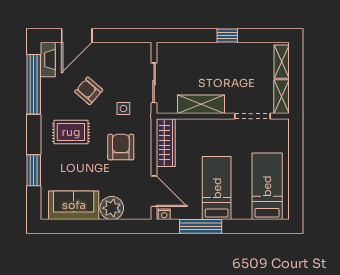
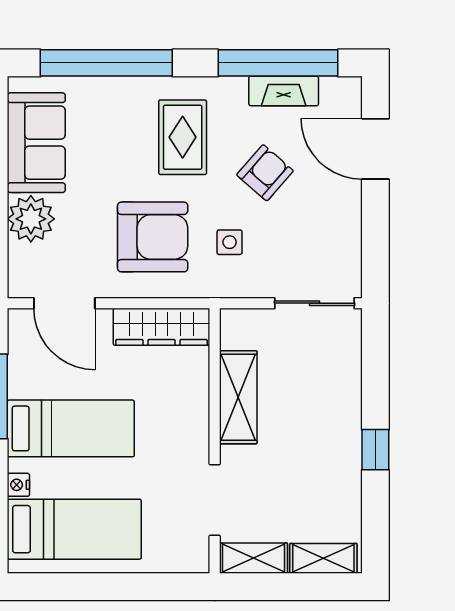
fireplace: (48, 60) -> (284, 91), moved
sliding door: (154, 83) -> (315, 303), moved
armchair: (121, 147) -> (153, 237), width x1.36, depth x1.36
window: (34, 170) -> (106, 63), width x2.11
door: (154, 191) -> (64, 303), hinge flipped
nightstand: (164, 214) -> (18, 485), moved

